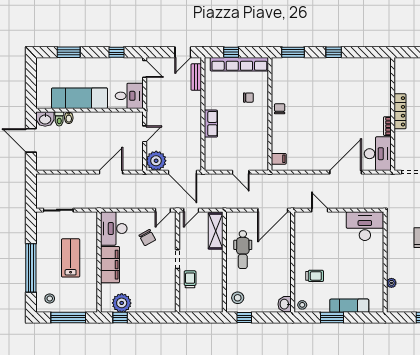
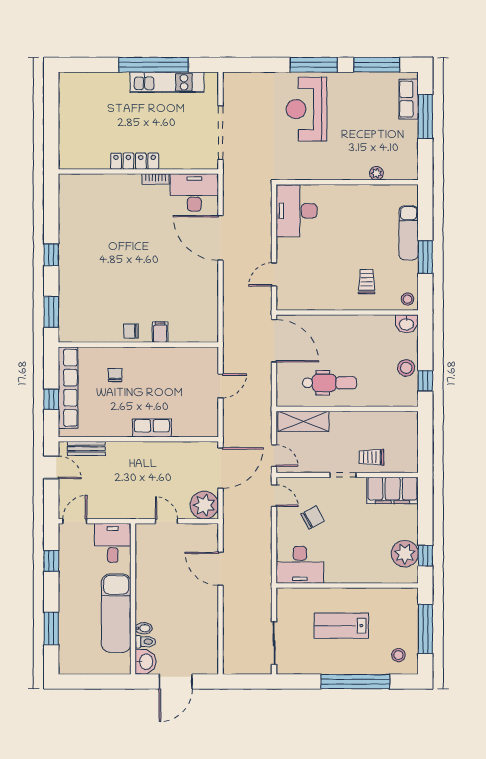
filing cabinet: (279, 159) -> (160, 332), moved
filing cabinet: (110, 265) -> (393, 490), moved, turned 180
stool: (238, 298) -> (406, 368), moved

